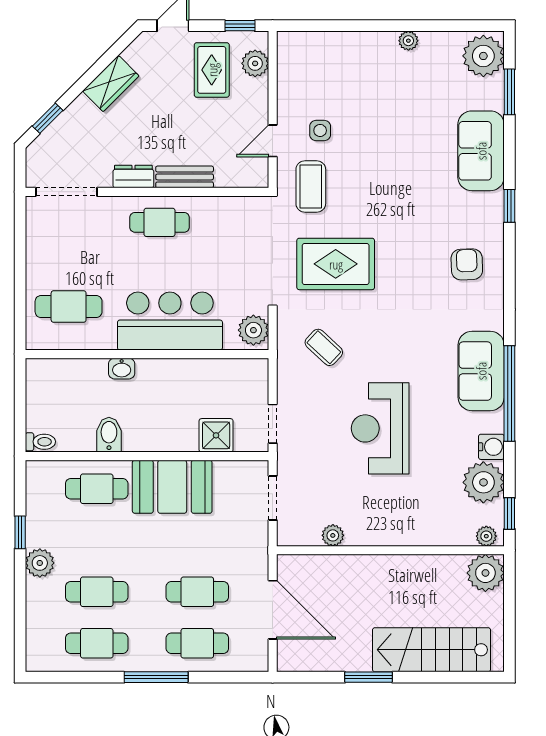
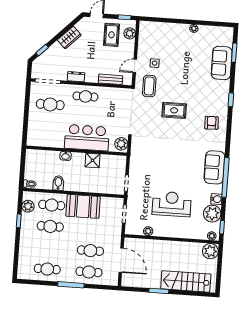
plant: (483, 56) -> (224, 37), removed
sofa: (481, 151) -> (222, 63), moved
bench: (185, 177) -> (110, 79), moved
rug: (336, 264) -> (174, 110), moved, width x0.73, depth x0.70
cafe table: (69, 307) -> (50, 104), moved
coffee table: (324, 347) -> (150, 153), removed
reception desk: (380, 428) -> (172, 204), moved, turned 90
shower: (216, 435) -> (93, 160), moved
plant: (40, 563) -> (28, 206), moved
cafe table: (97, 592) -> (50, 226), moved

